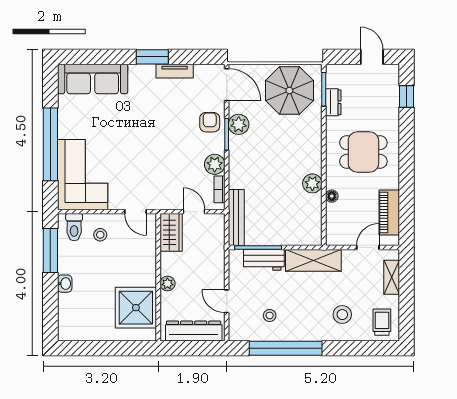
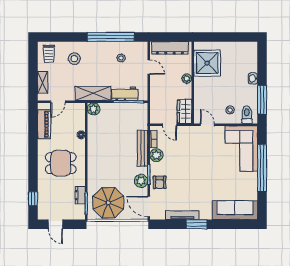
tv unit: (175, 71) -> (182, 215), width x1.41
plant: (312, 183) -> (94, 109), moved
bench: (236, 218) -> (143, 148), moved

